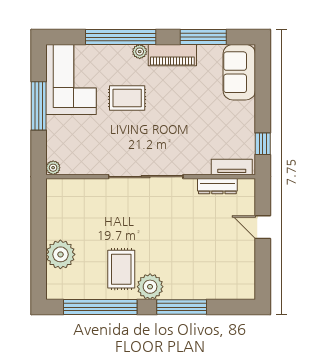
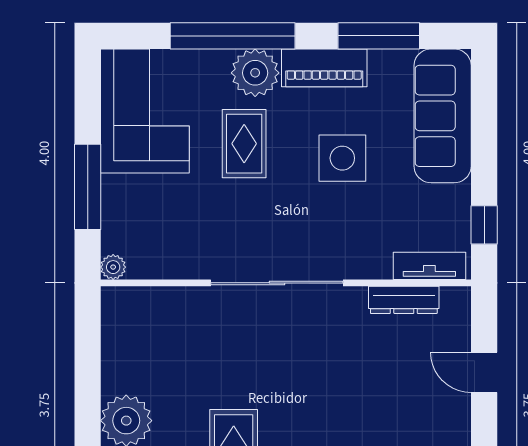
plant: (140, 52) -> (255, 73), width x1.88, depth x1.88
sofa: (239, 72) -> (443, 116), width x1.36
rug: (127, 98) -> (244, 144), turned 90
window: (39, 106) -> (88, 187), moved
side table: (183, 106) -> (342, 158), added

